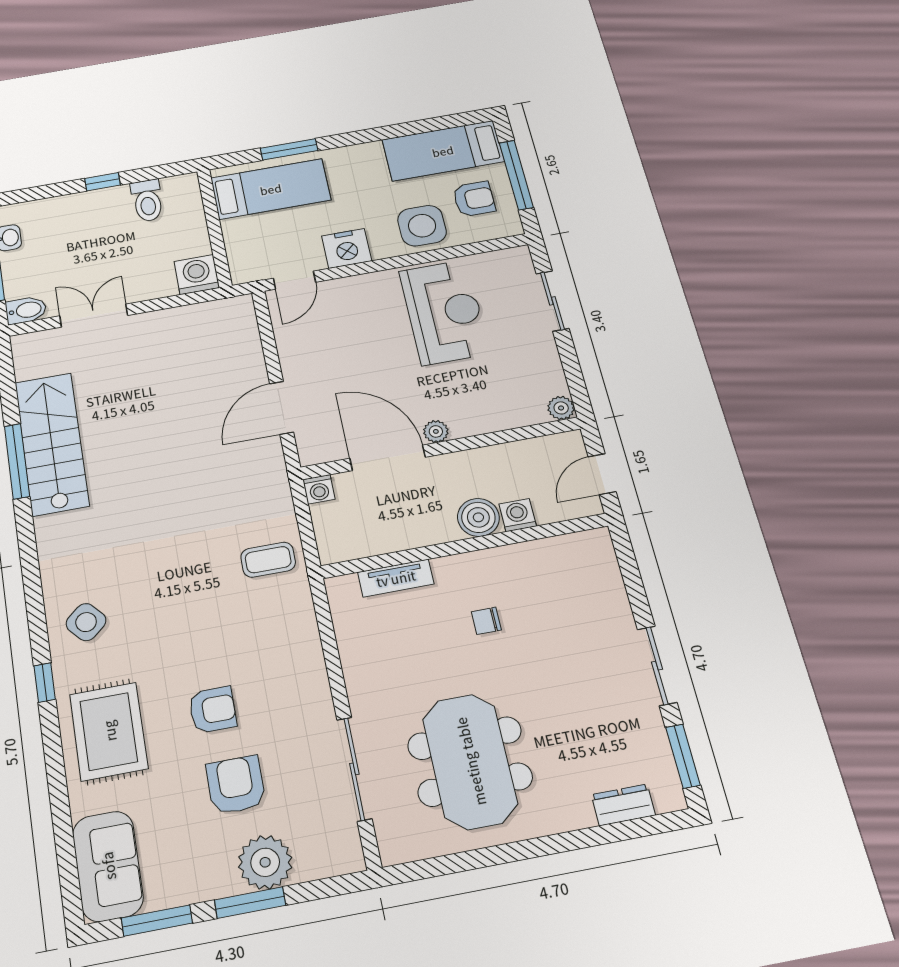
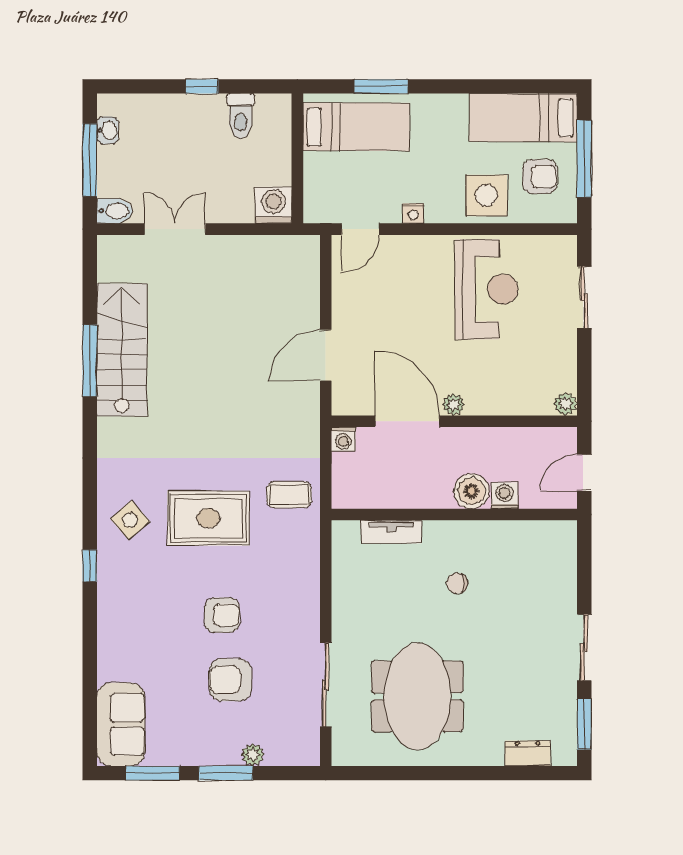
nightstand: (347, 248) -> (413, 213), width x0.53, depth x0.56
rug: (109, 731) -> (208, 518), moved, turned 90
armchair: (236, 785) -> (230, 680), turned -90
plant: (265, 862) -> (253, 755), width x0.53, depth x0.53

